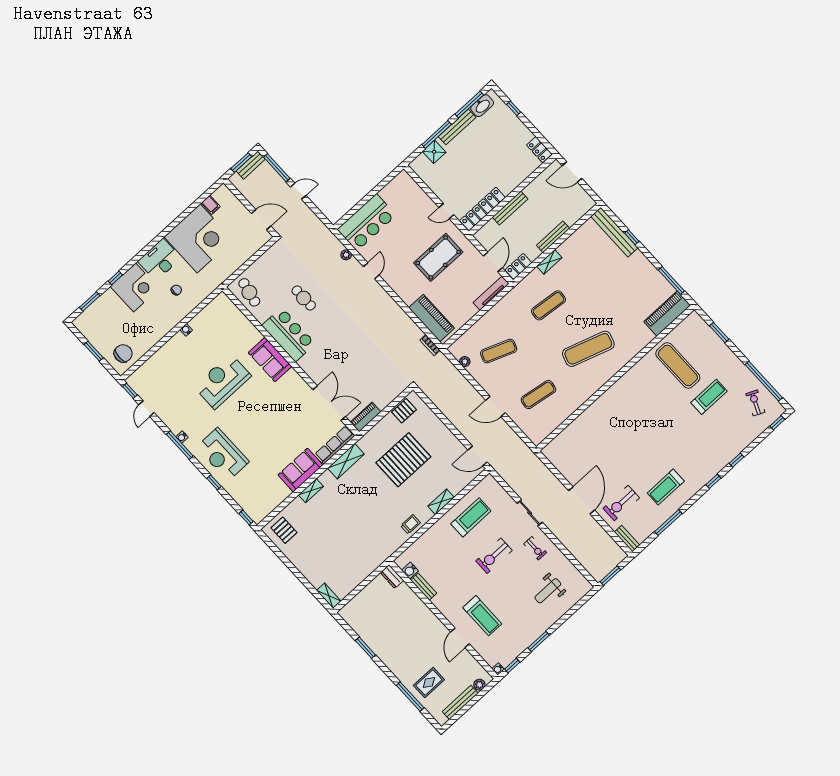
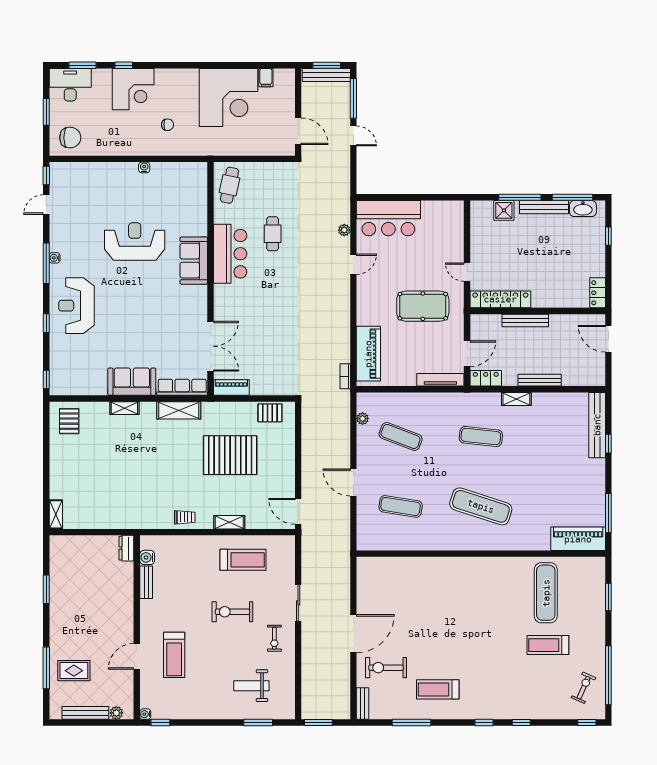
bench: (251, 165) -> (326, 75), width x1.36
desk: (160, 260) -> (70, 85), moved
treadmill: (709, 397) -> (548, 645), turned 180
window: (539, 641) -> (258, 723), moved

